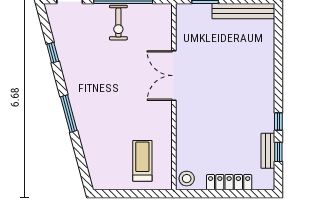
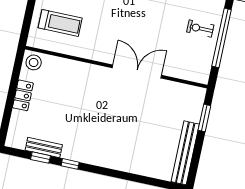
exercise bike: (118, 23) -> (200, 28), width x0.73, depth x0.72
locker: (229, 182) -> (23, 95), width x0.66

